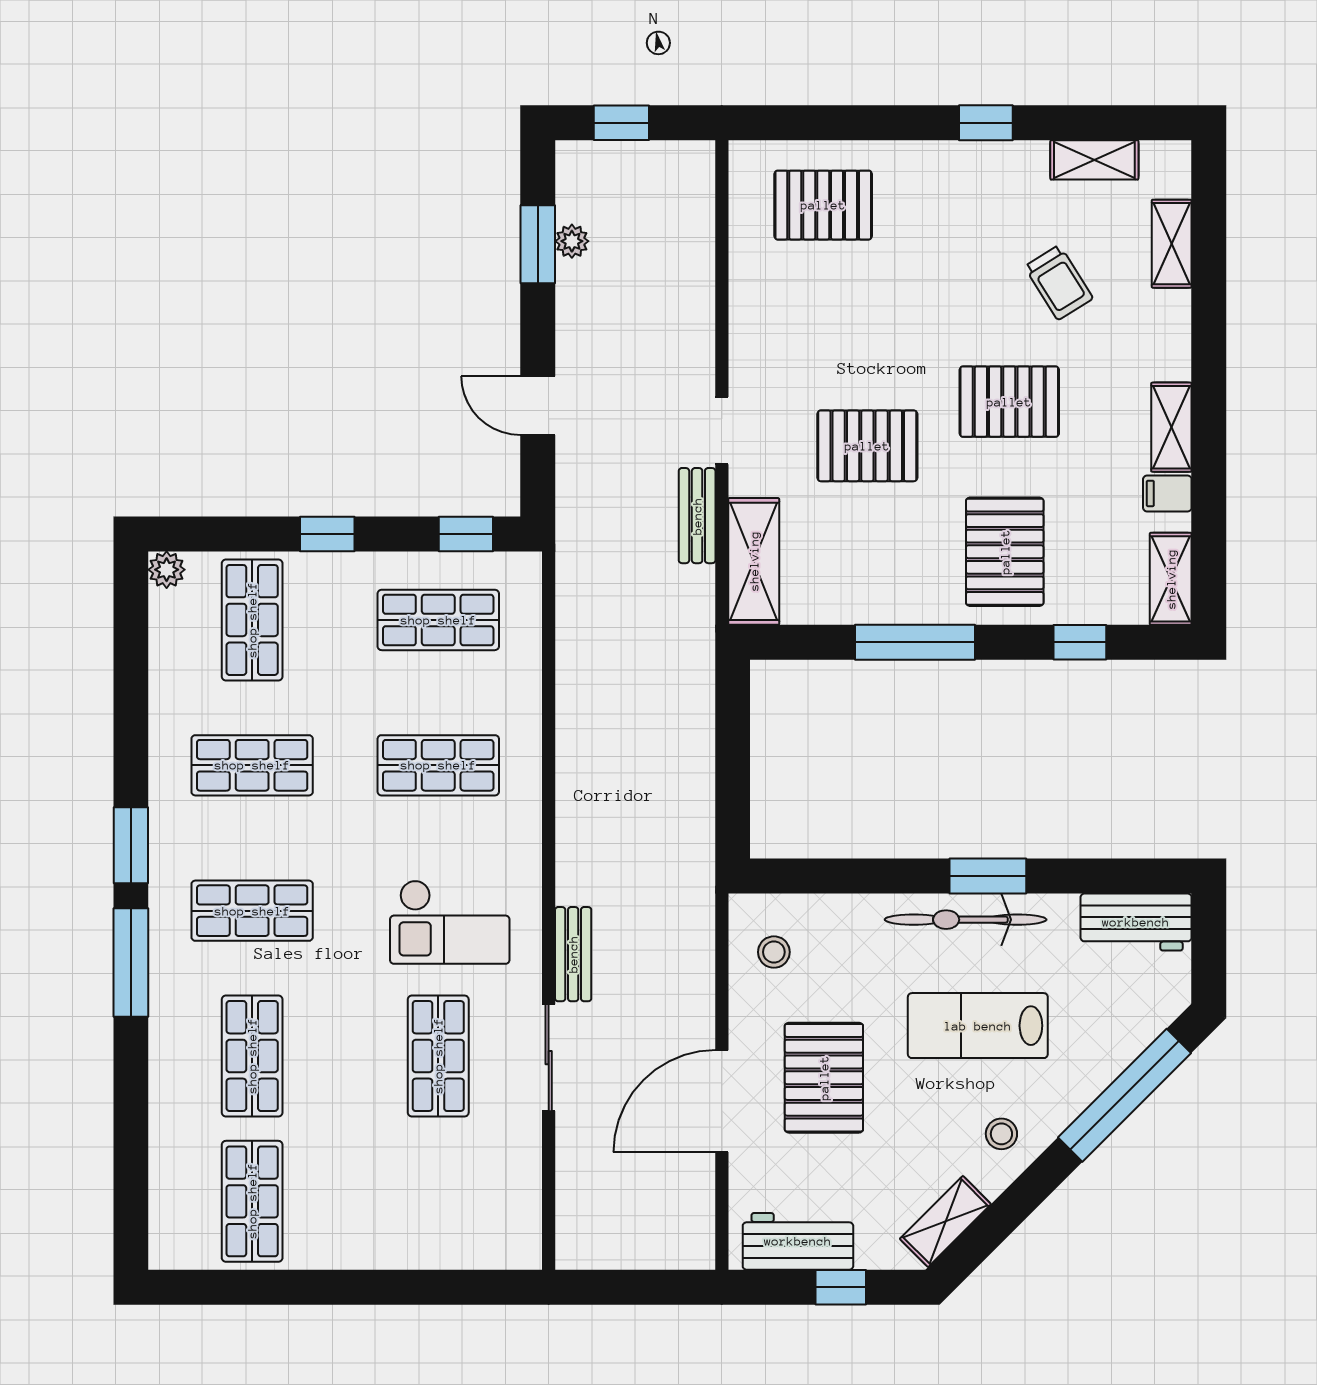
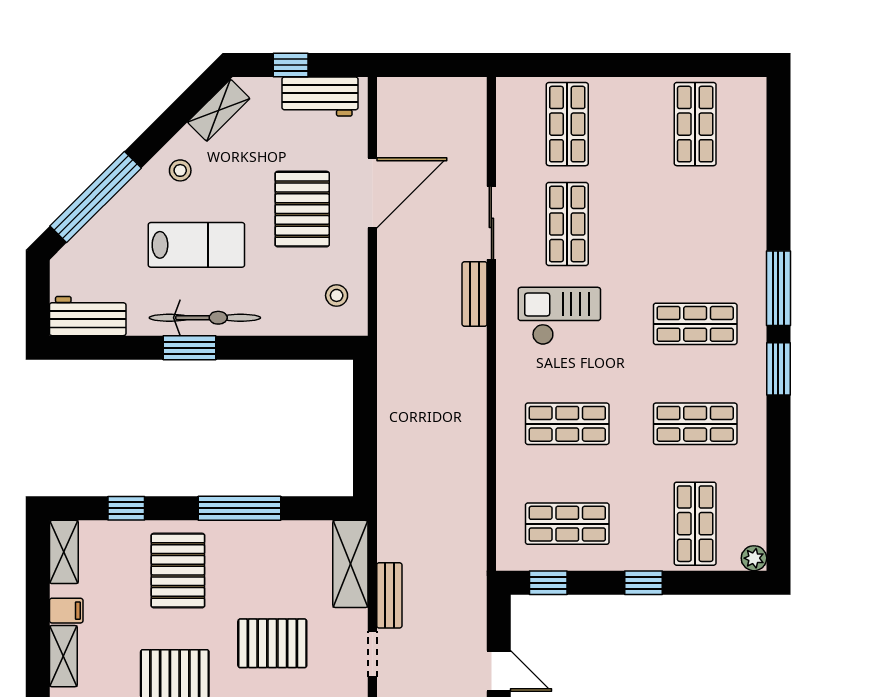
shop shelf: (252, 1056) -> (567, 124), moved

